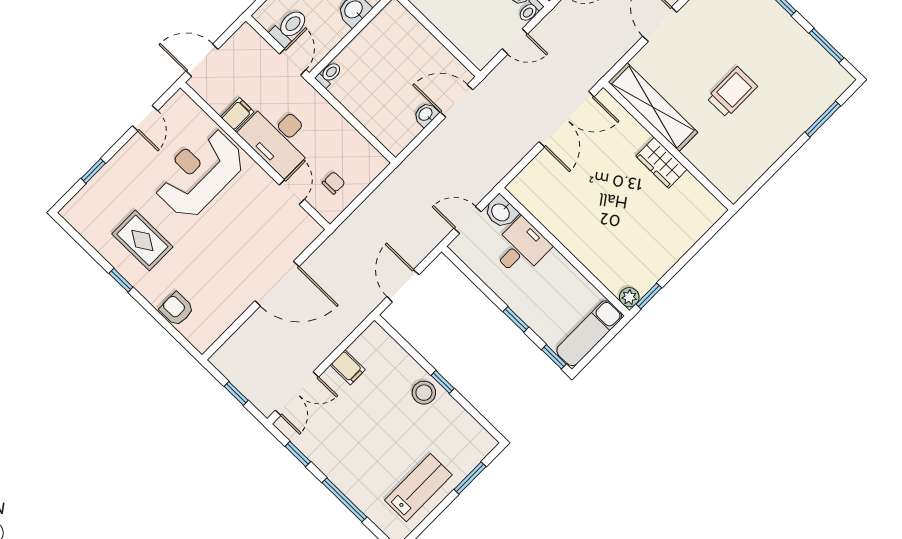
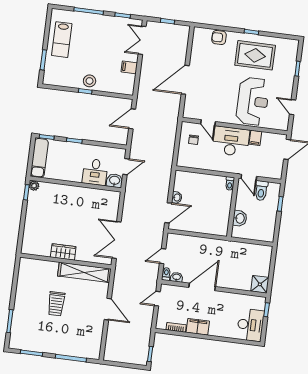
rug: (142, 240) -> (255, 55), width x1.36, depth x1.43
door: (403, 286) -> (132, 119), swing flipped
armchair: (177, 309) -> (219, 37), turned 180

